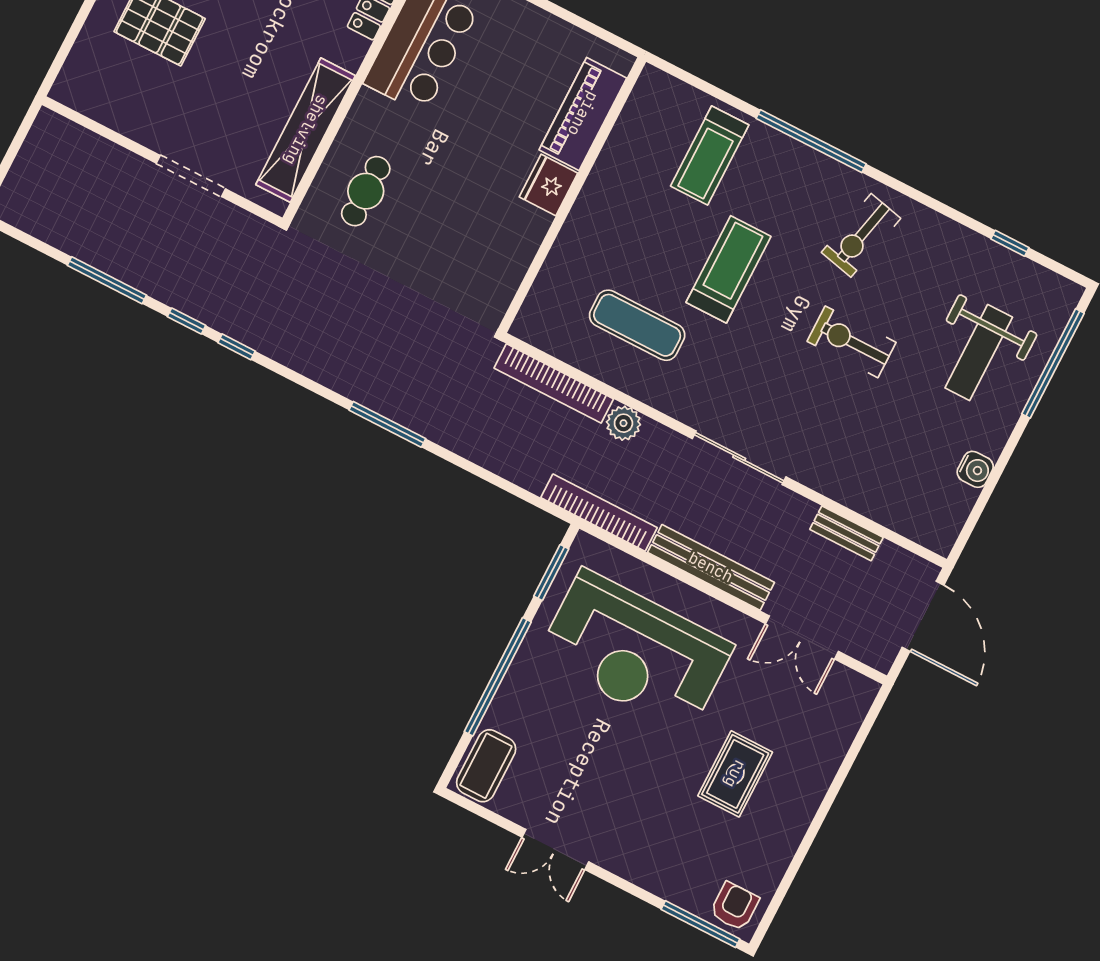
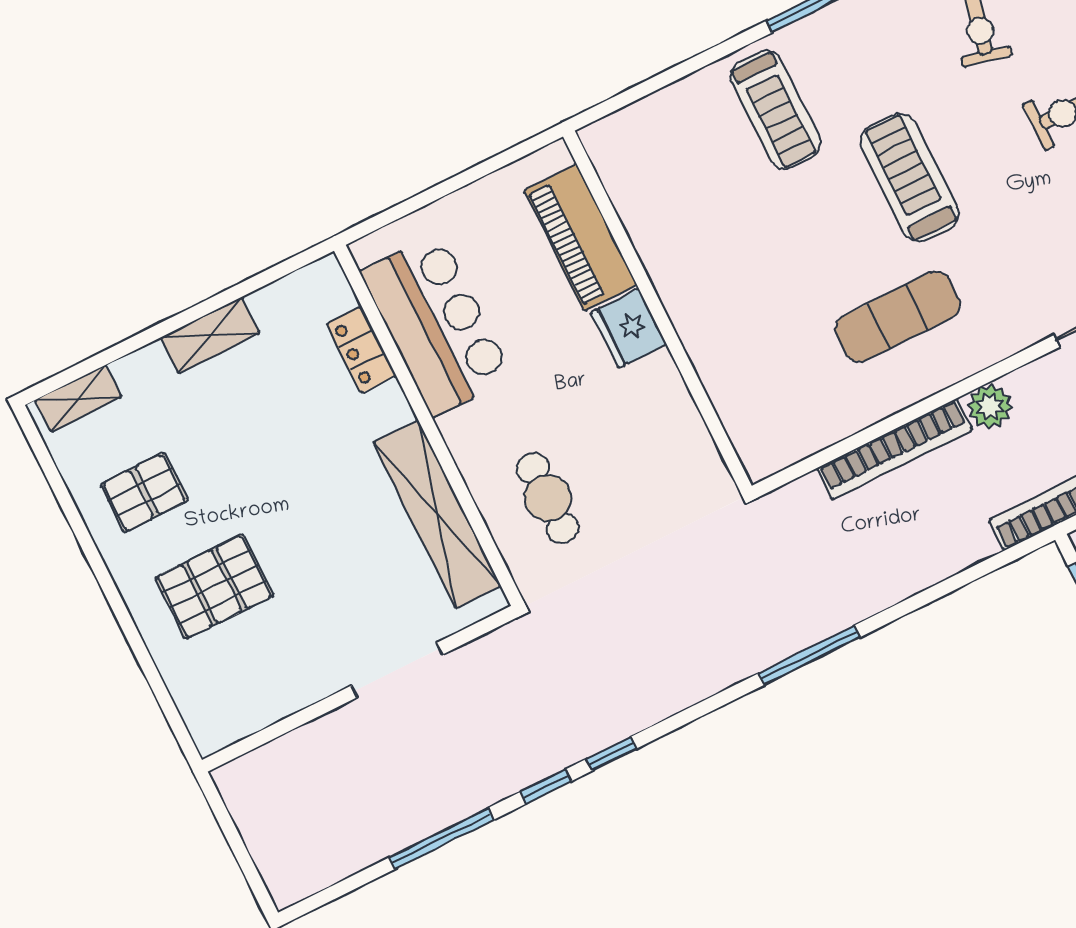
piano: (583, 114) -> (581, 237), moved
fridge: (549, 185) -> (629, 328), moved
wall: (572, 195) -> (657, 311), moved

